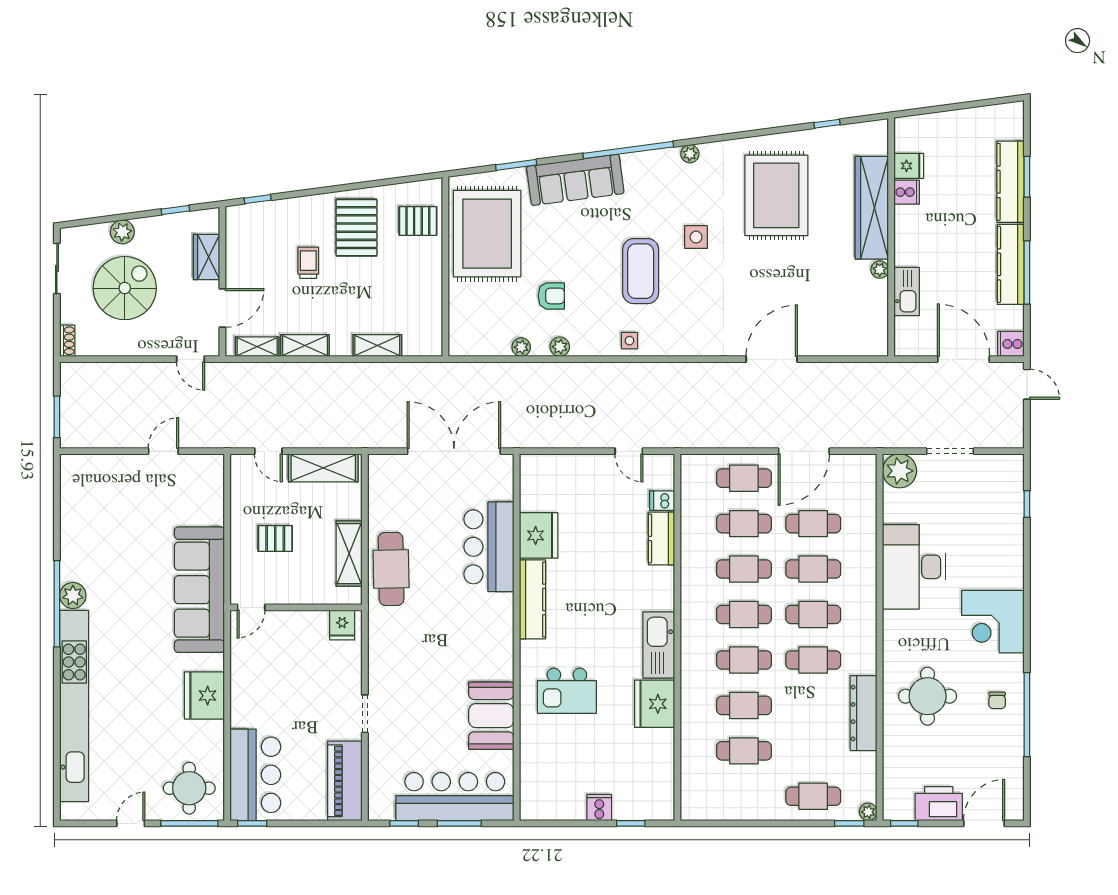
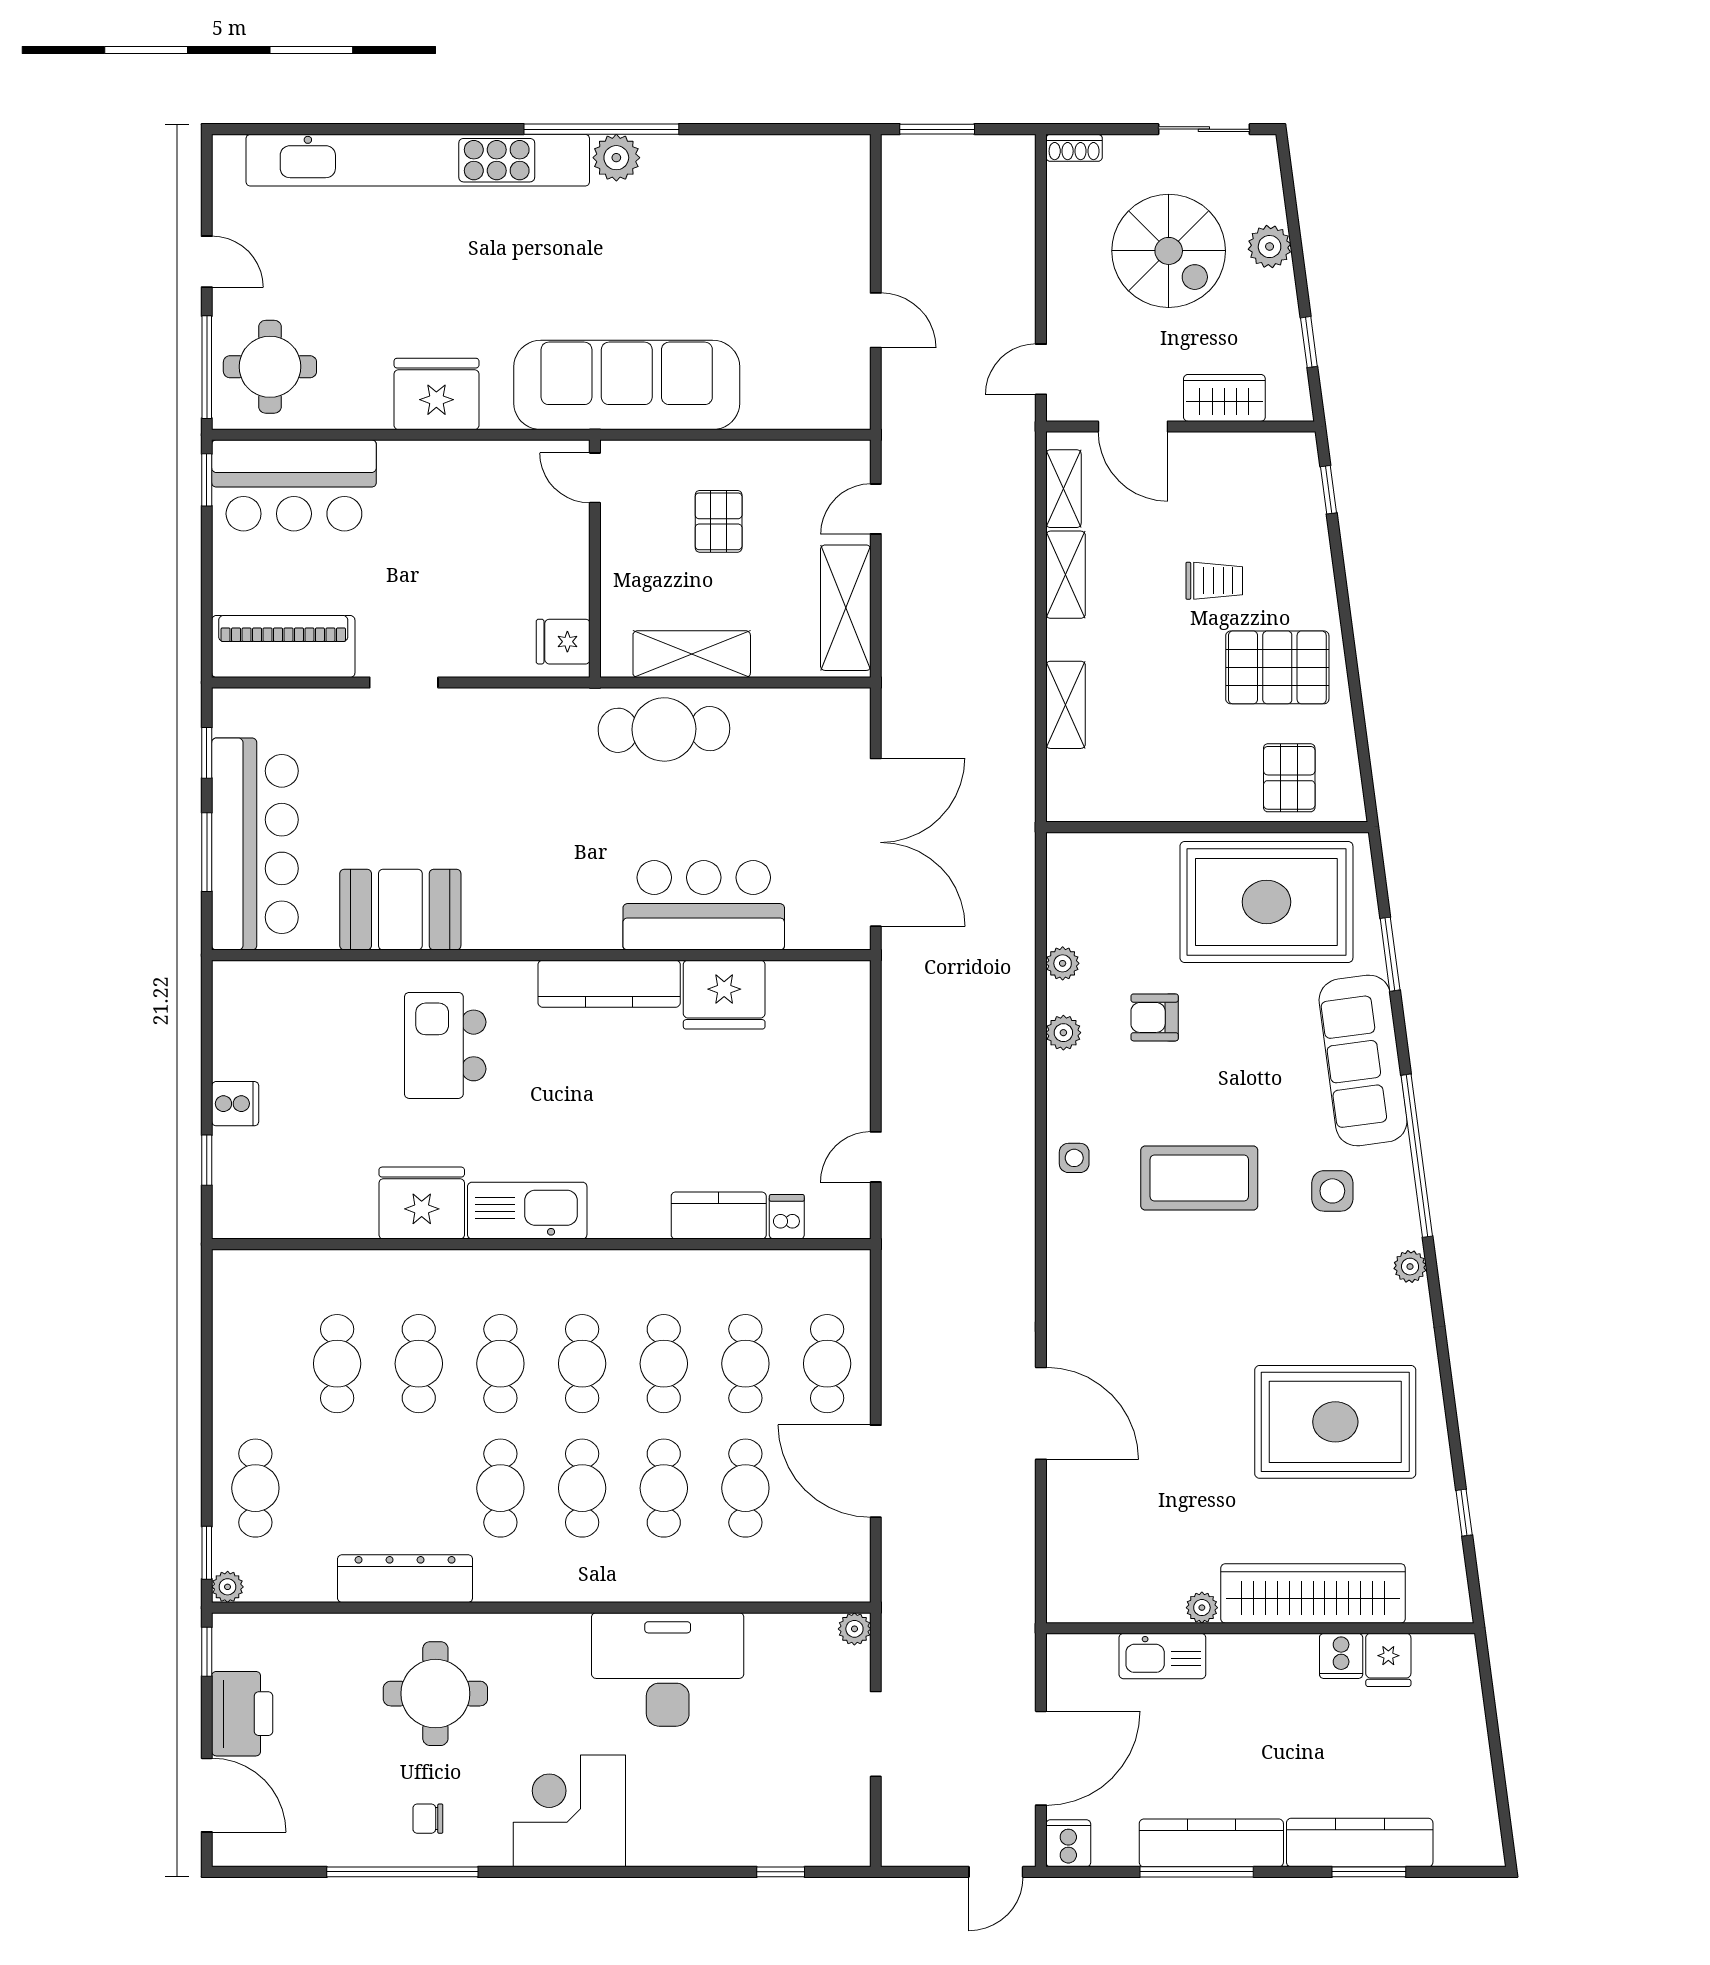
side table: (696, 237) -> (1332, 1191), moved
armchair: (551, 296) -> (1155, 1017), turned 90
plant: (900, 471) -> (854, 1629), width x0.53, depth x0.53

